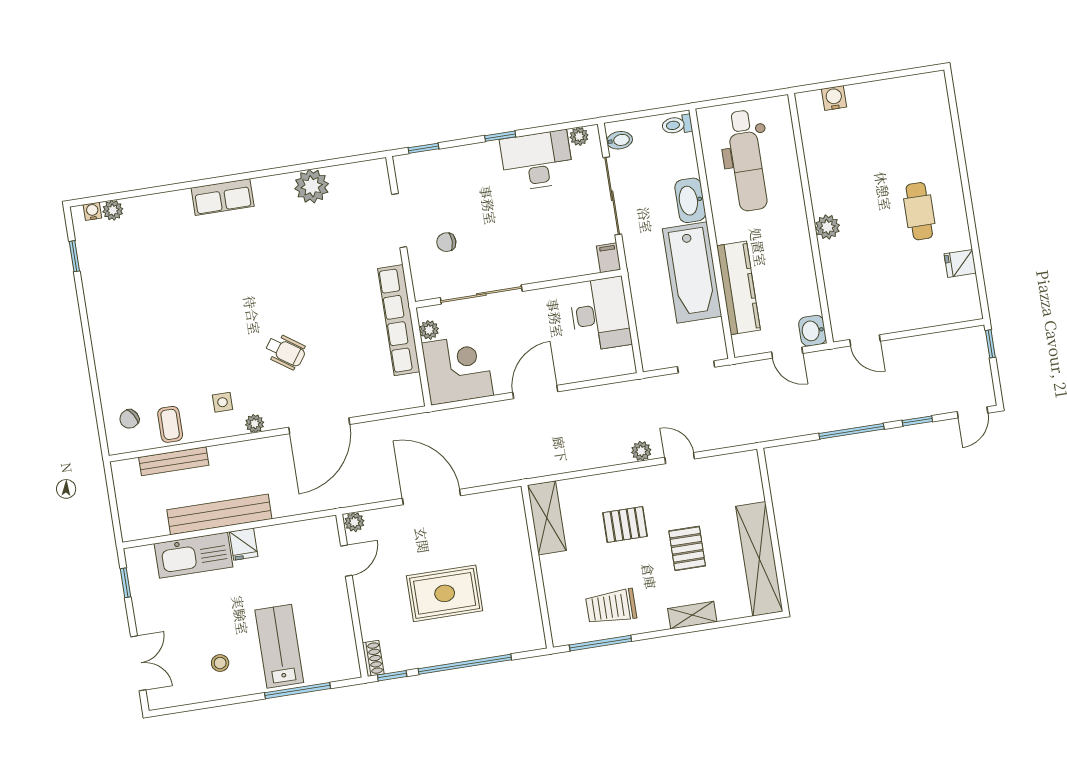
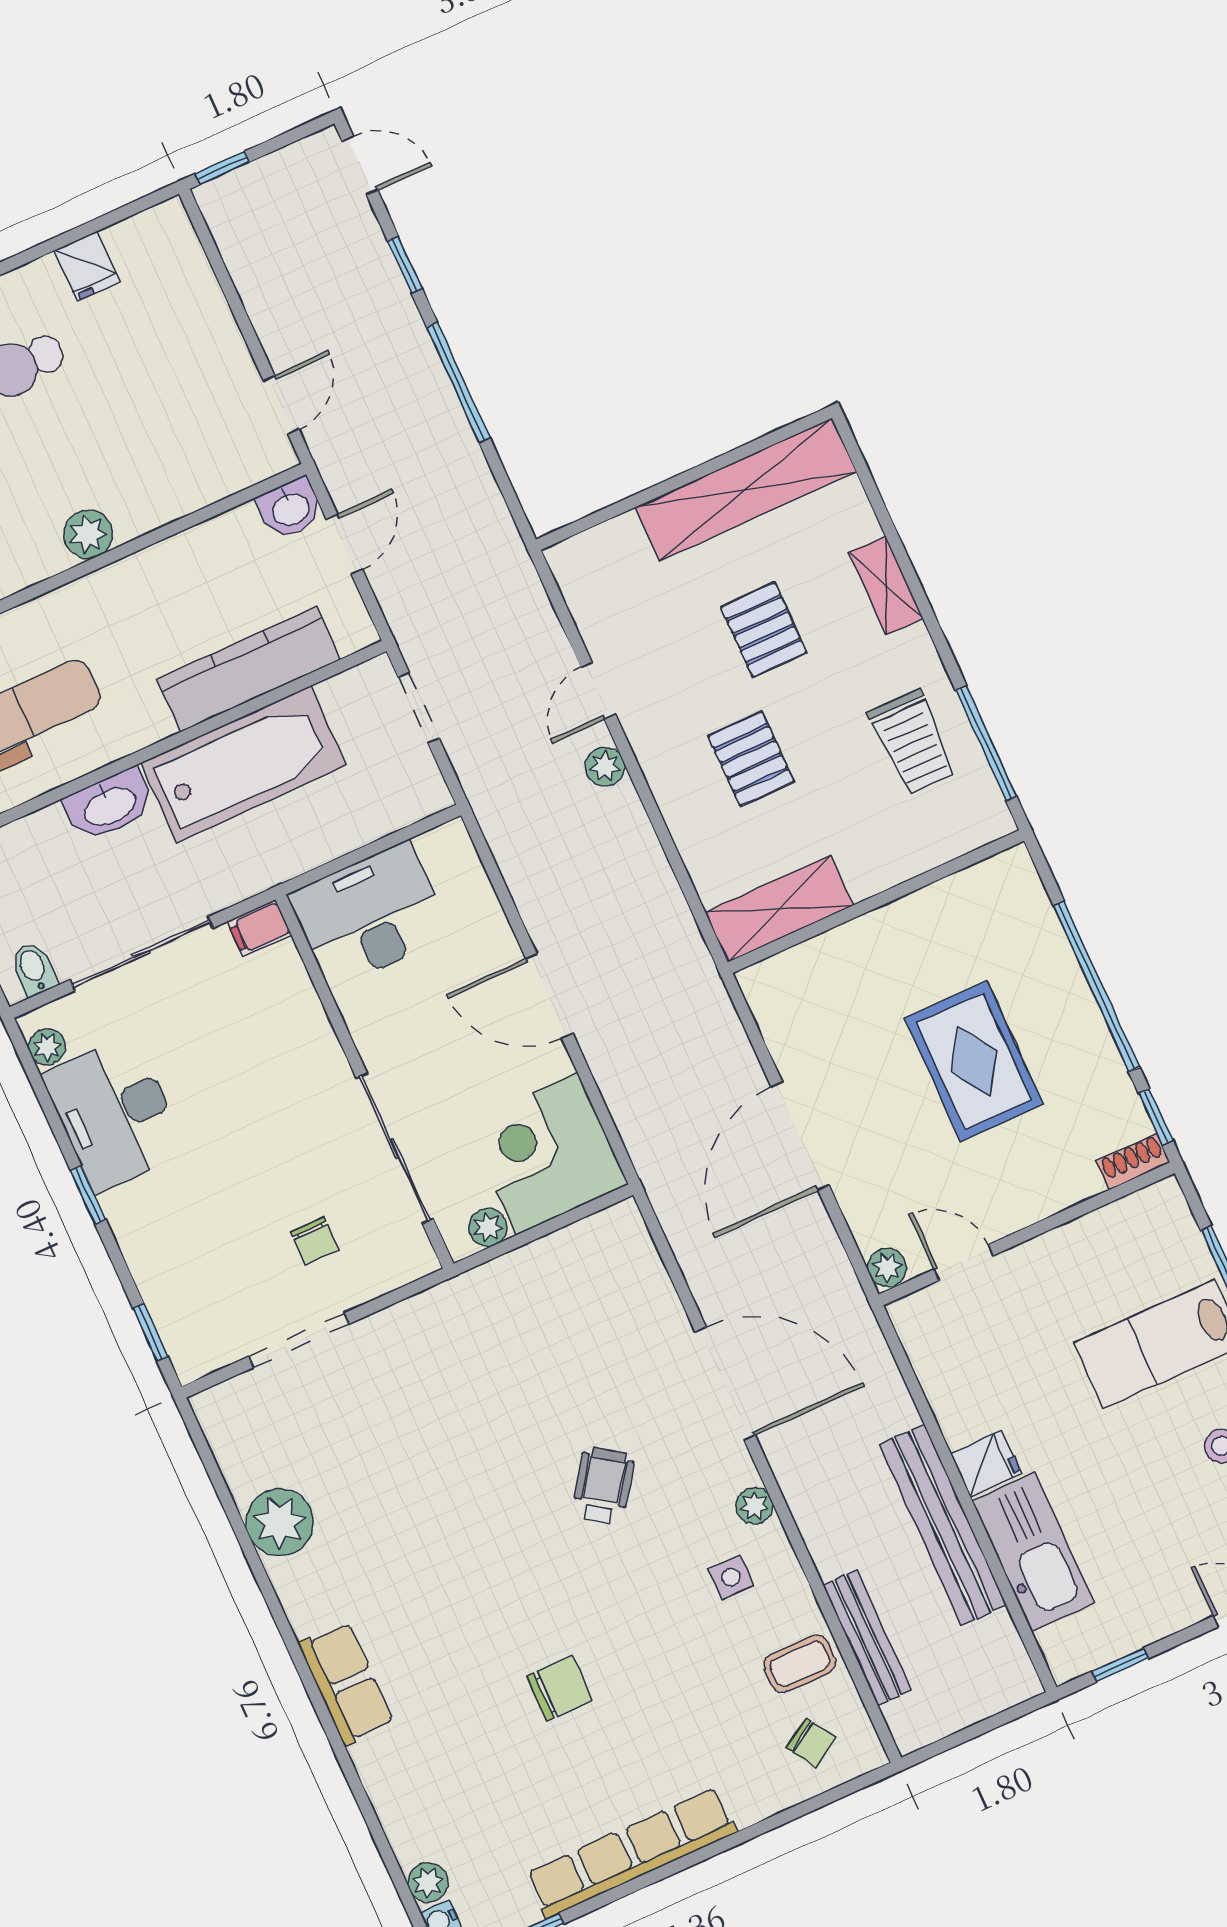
chair: (191, 302) -> (559, 1688), added
row of seats: (399, 320) -> (631, 1853), moved, turned 180
pallet: (687, 548) -> (764, 630), turned 90

